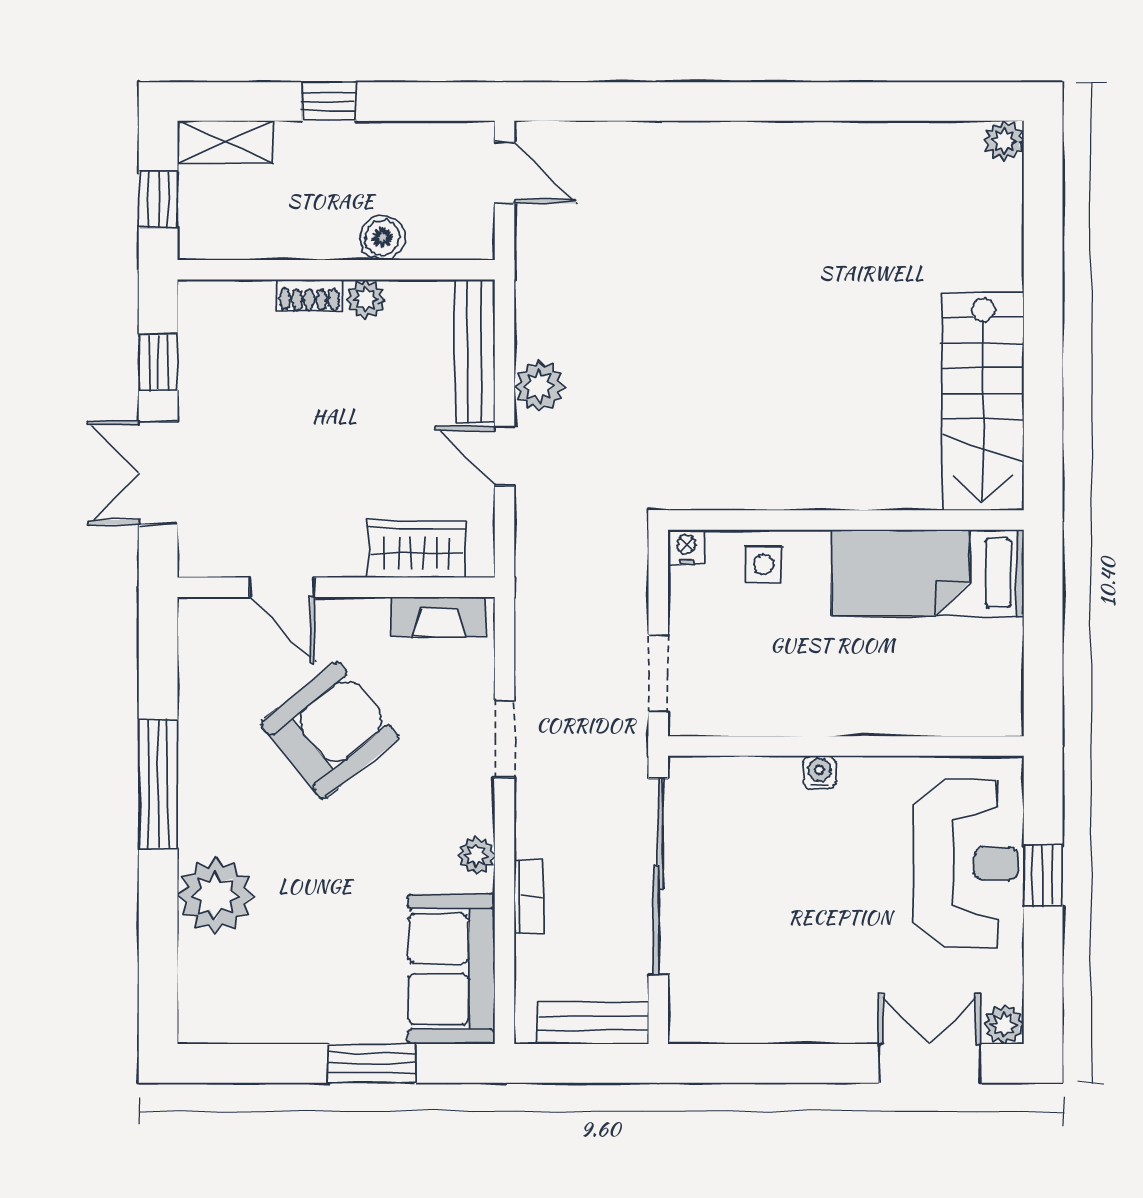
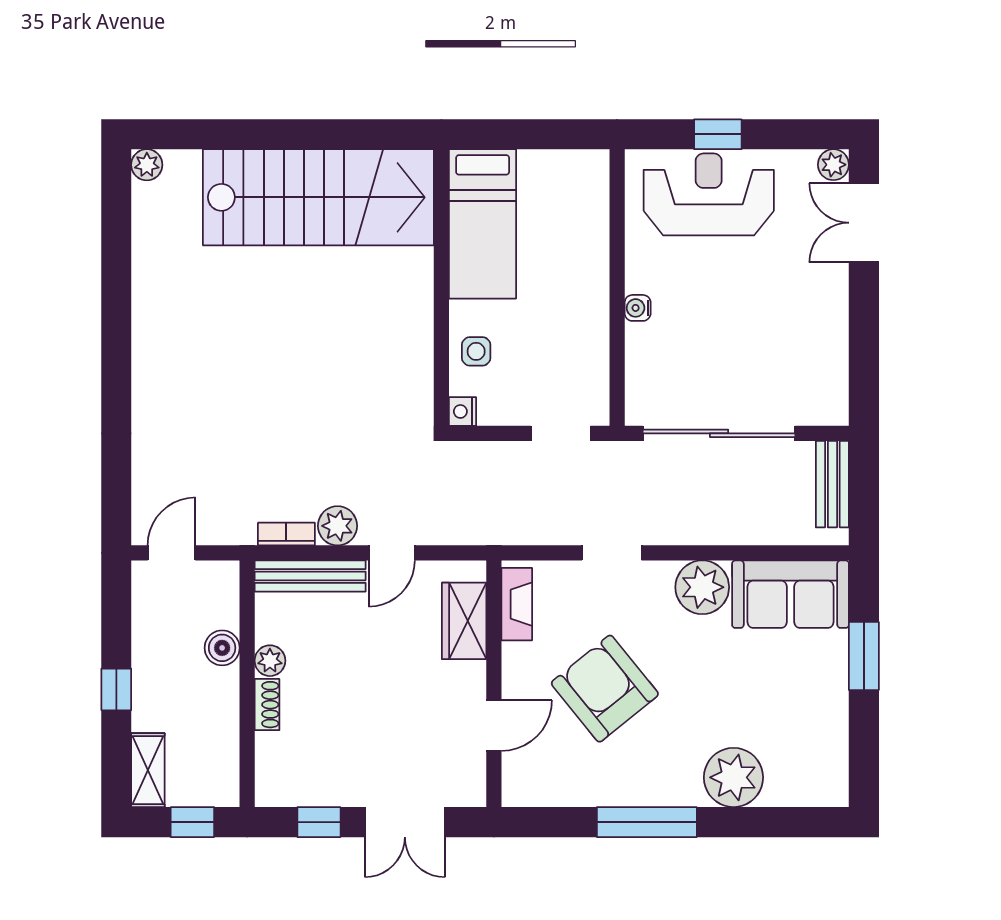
stairs: (983, 401) -> (318, 197), width x1.36, depth x1.51
plant: (476, 855) -> (702, 587), width x1.87, depth x1.87
bookcase: (529, 897) -> (286, 534), moved

